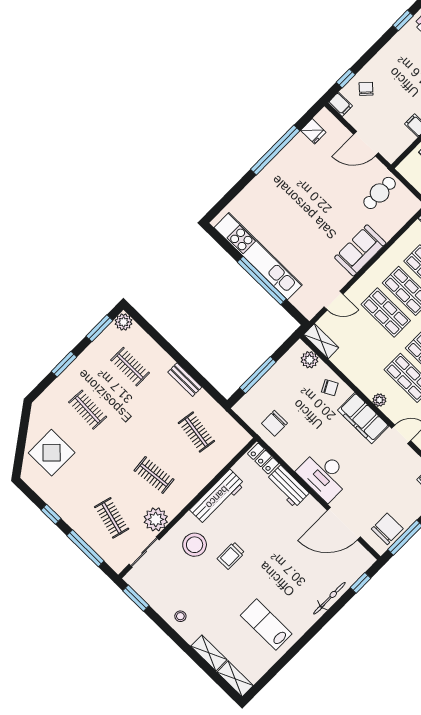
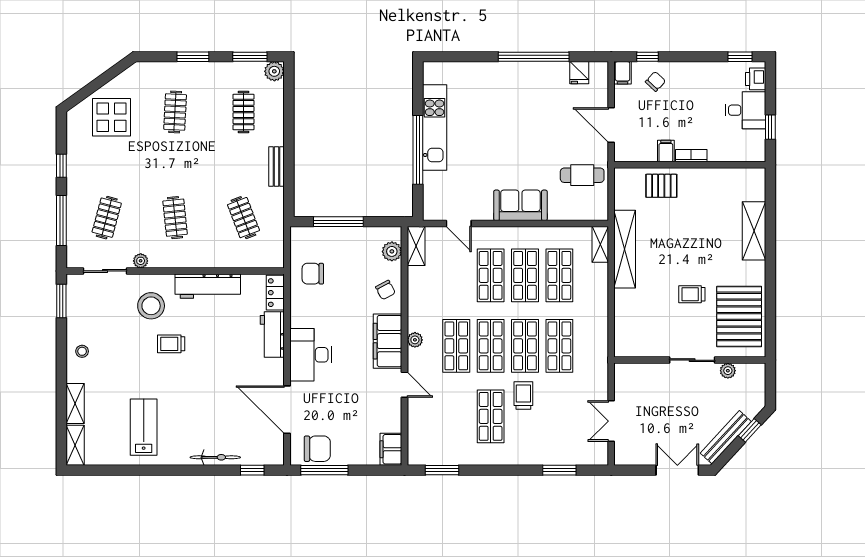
kitchen unit: (258, 256) -> (435, 128), width x0.73
clothes rail: (196, 432) -> (243, 218), turned -30
plant: (156, 519) -> (141, 261), width x0.53, depth x0.53

